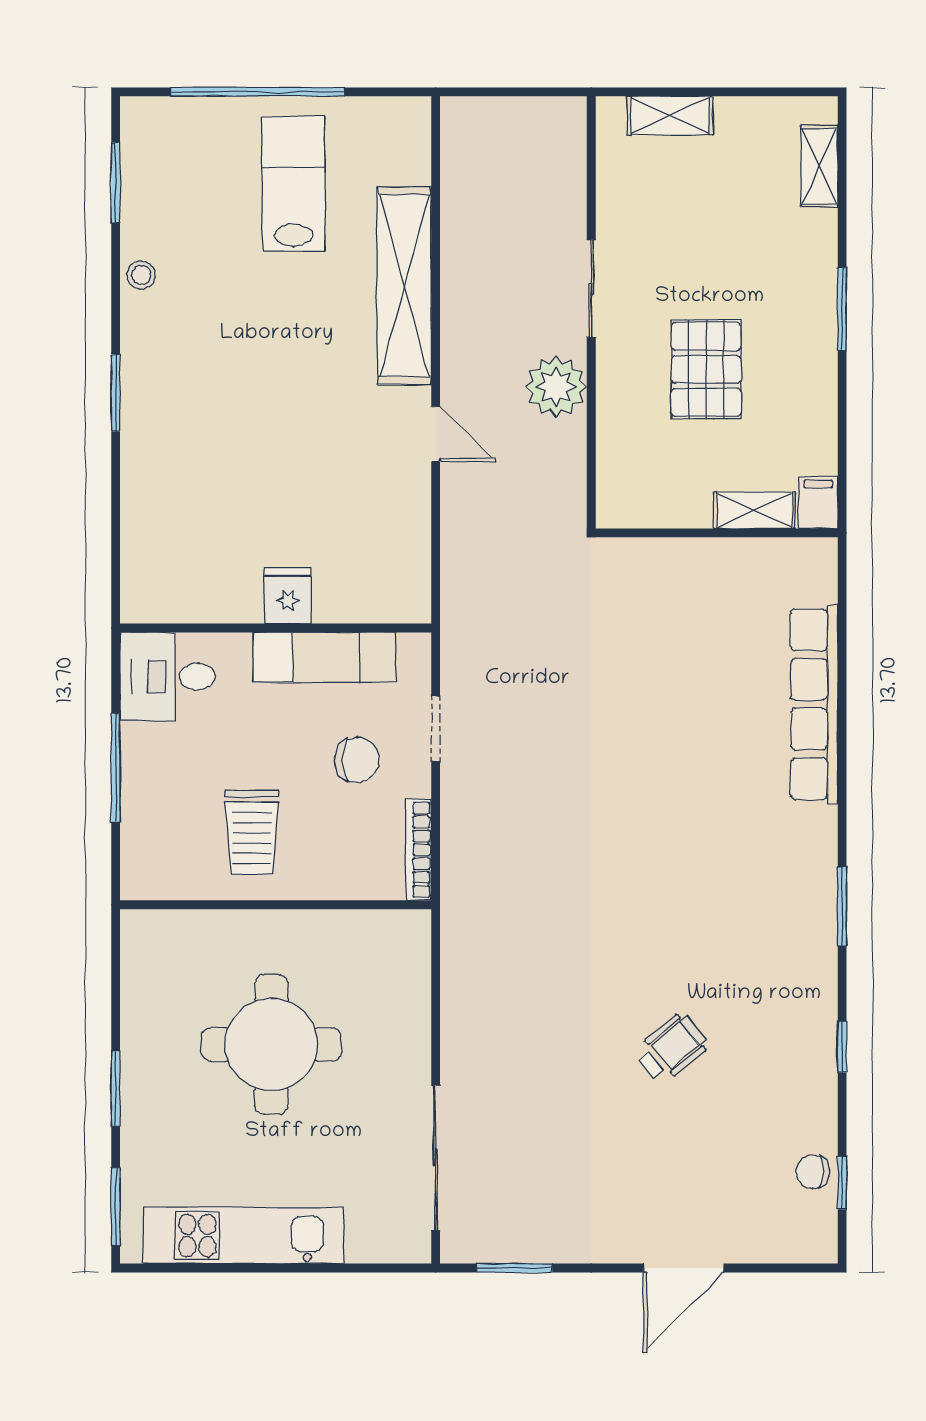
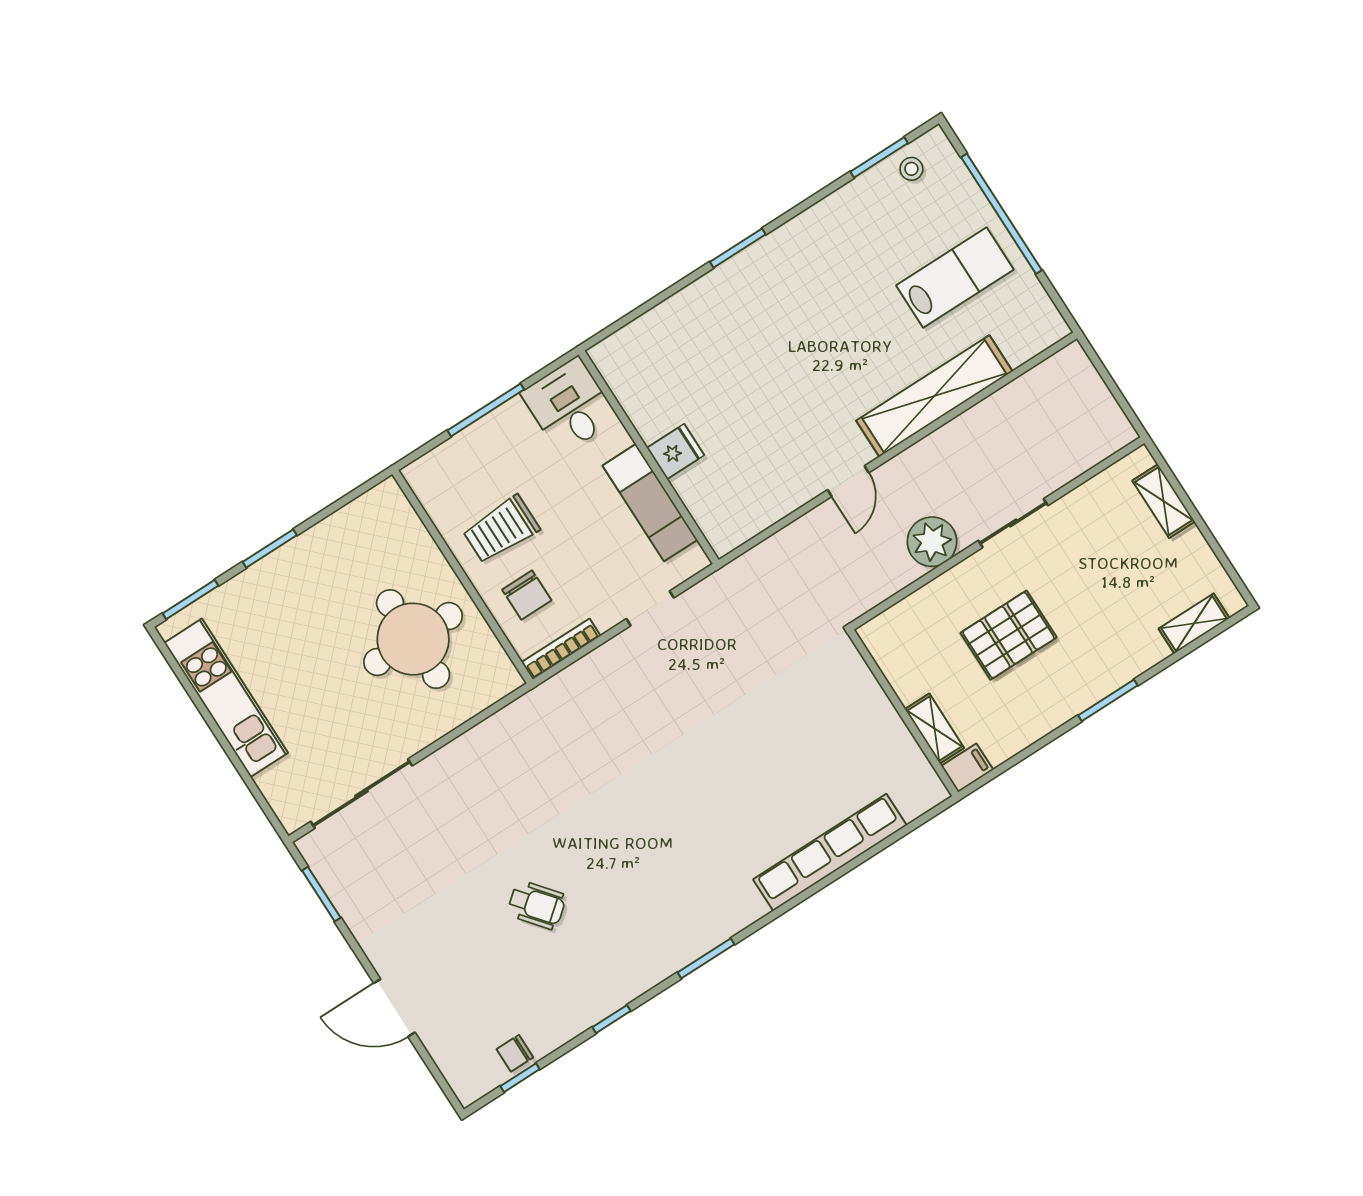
stool: (141, 275) -> (911, 169), moved
chair: (357, 760) -> (527, 595), moved
round table: (271, 1044) -> (413, 639), moved
chair: (813, 1172) -> (515, 1053), turned -90

